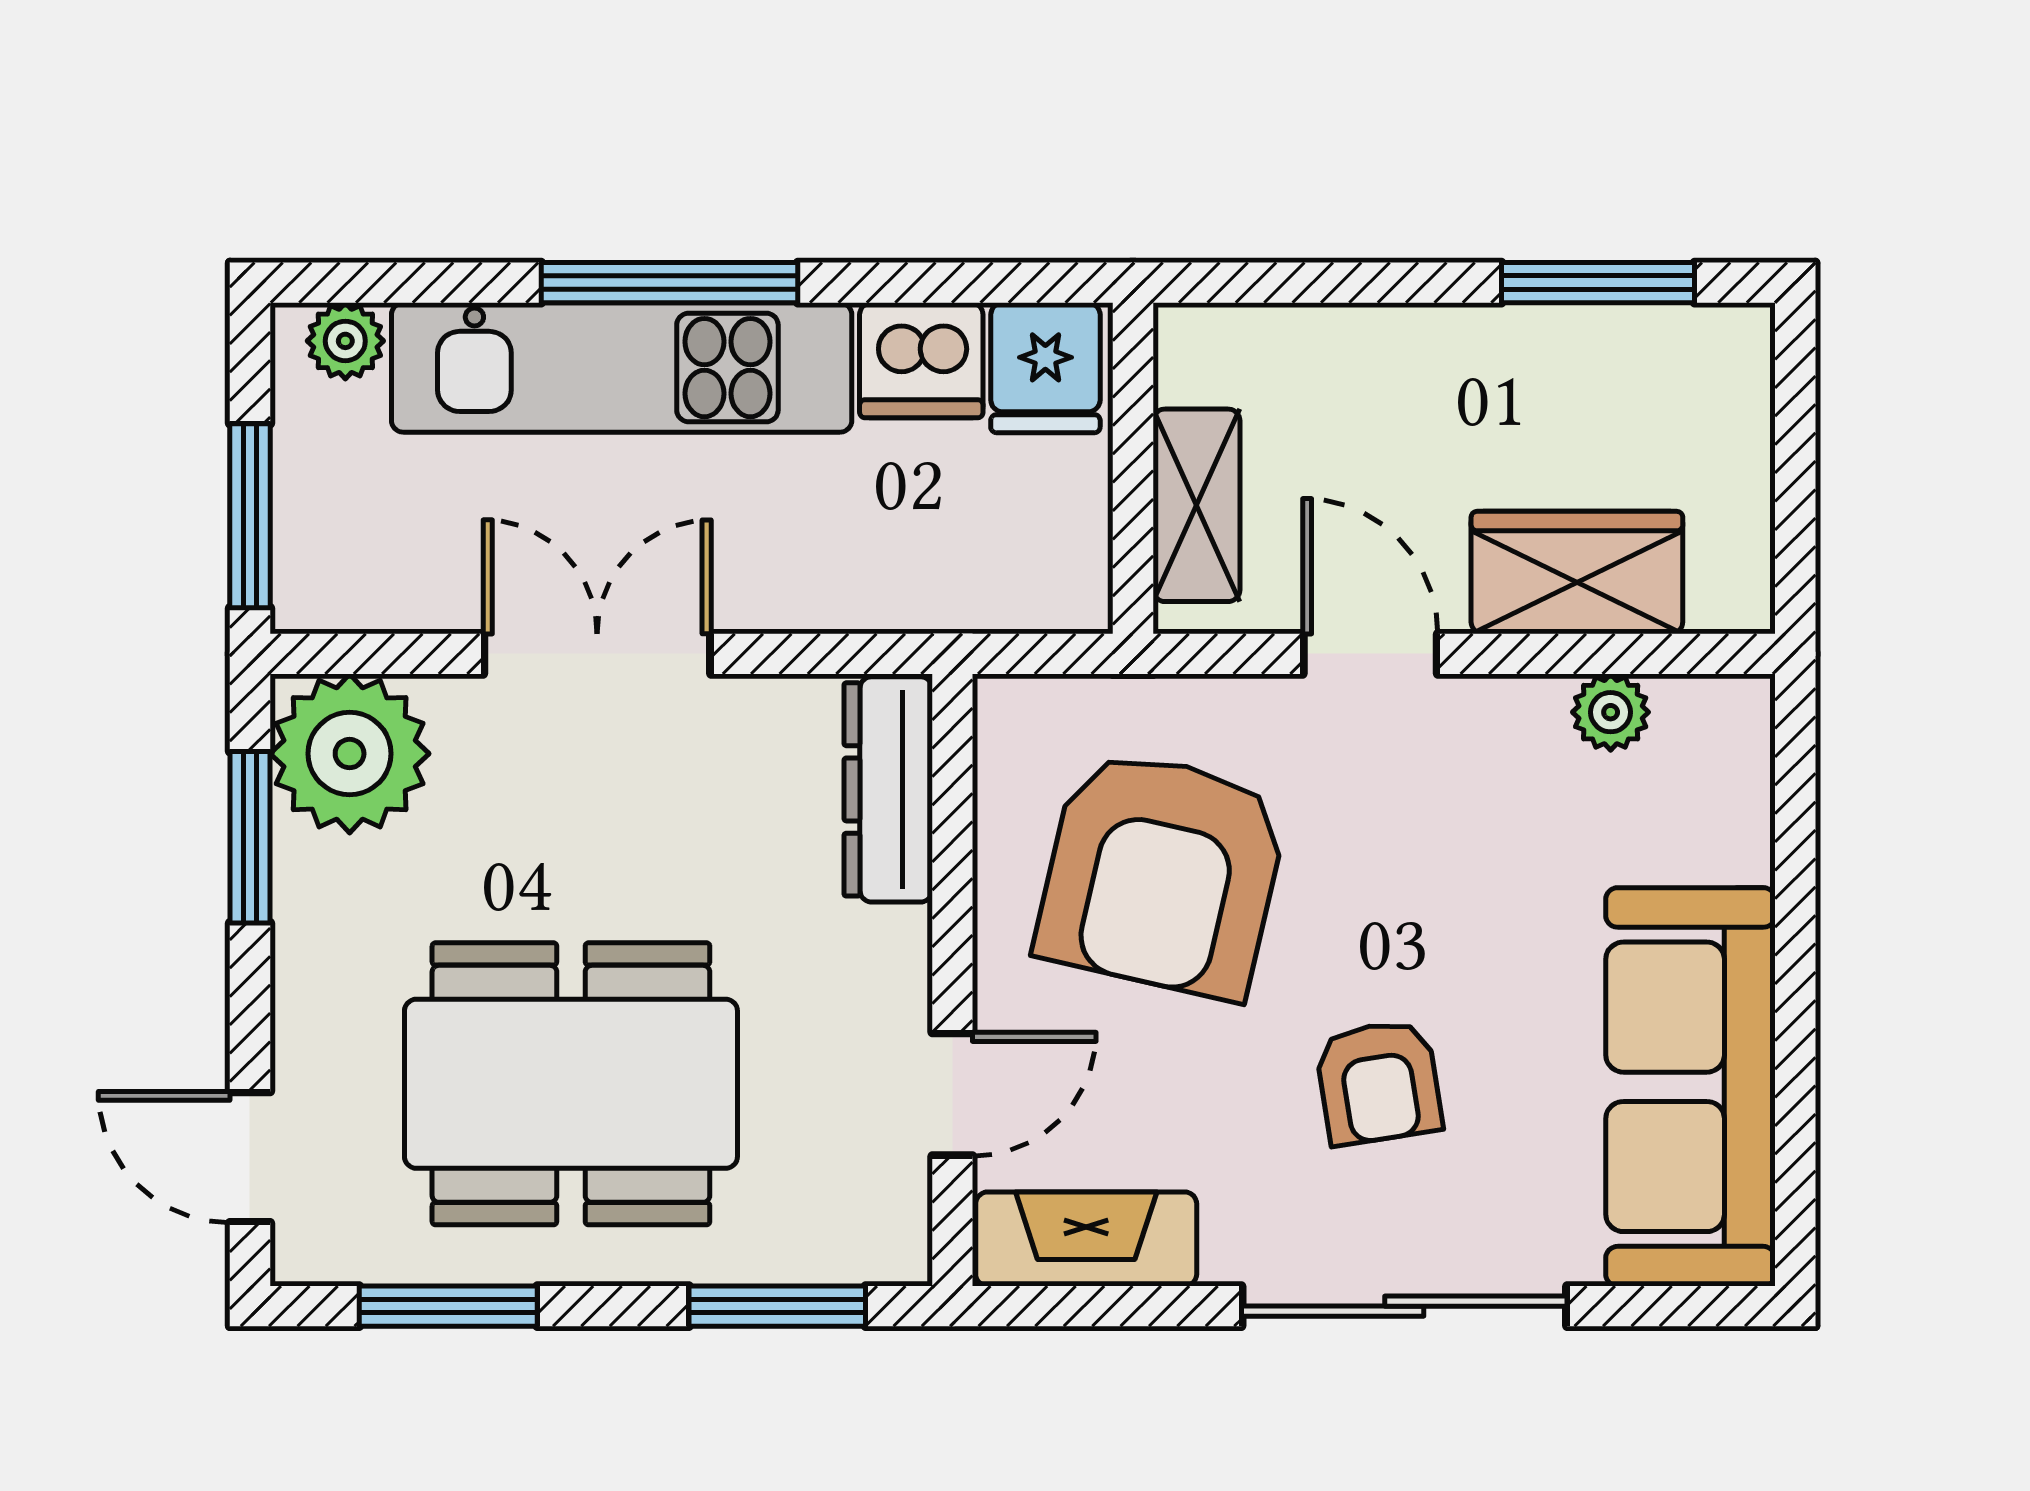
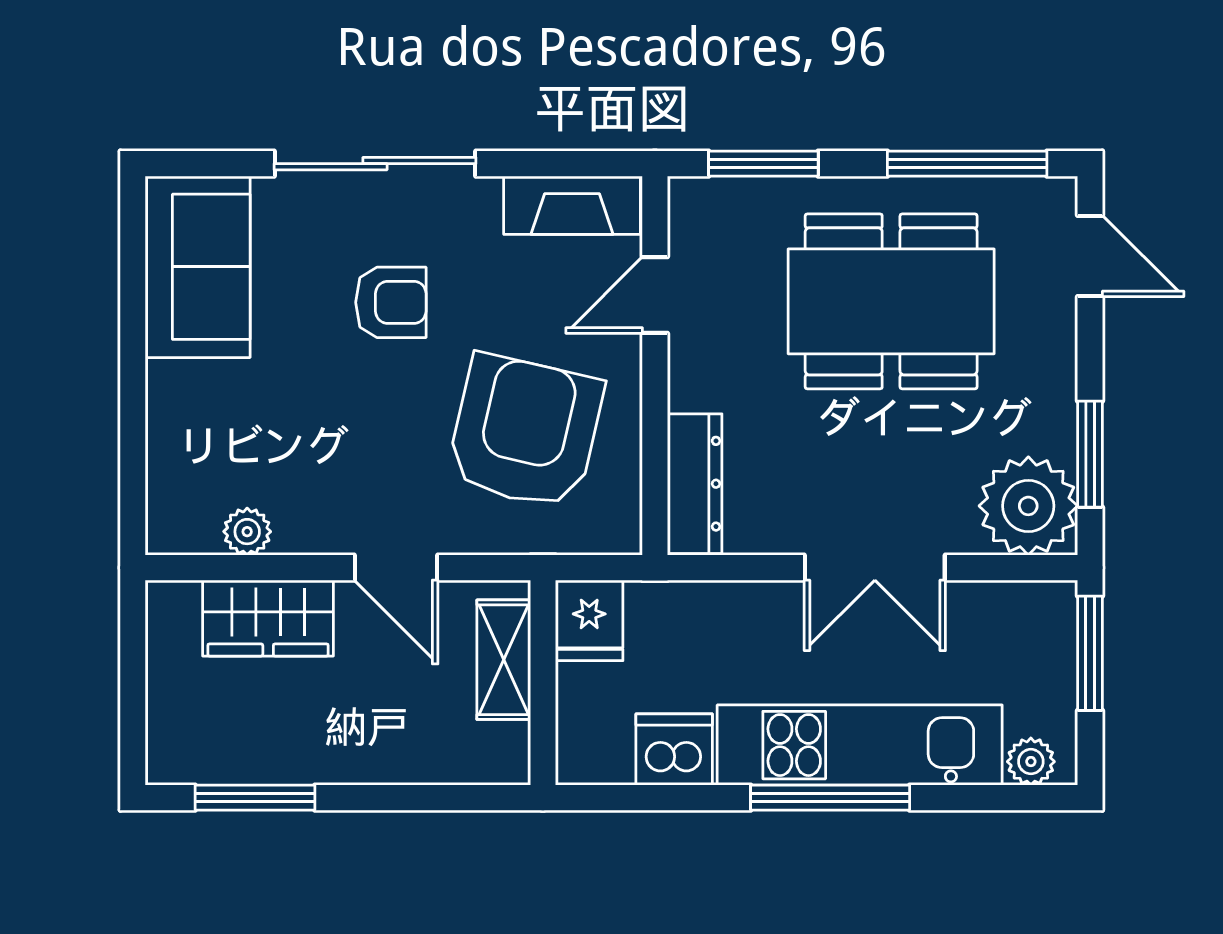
fridge: (1045, 368) -> (589, 620), moved, turned 180
armchair: (1379, 1082) -> (391, 302), turned 99
sofa: (1690, 1087) -> (198, 267), width x0.73
window: (448, 1306) -> (967, 164), width x1.44

